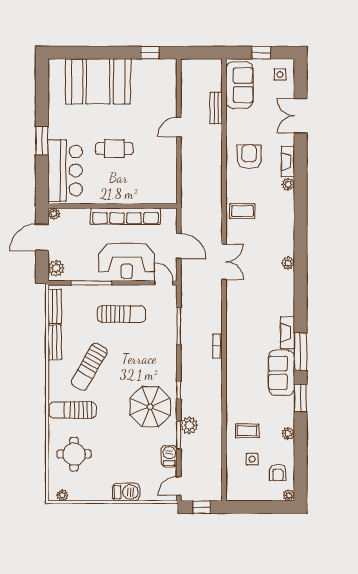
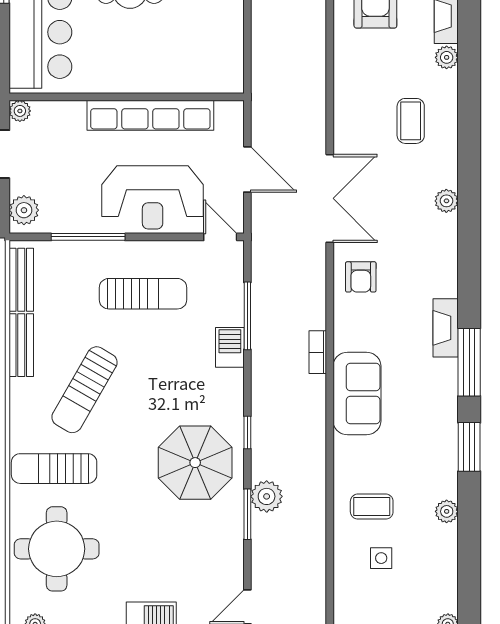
coffee table: (242, 211) -> (411, 121), moved, turned 90
double door: (224, 262) -> (330, 198), width x1.37
sofa: (281, 373) -> (357, 393), moved, turned 180
round table: (74, 454) -> (57, 549), width x1.36, depth x1.36
barbecue: (169, 456) -> (230, 347), moved
armchair: (278, 473) -> (361, 277), moved

